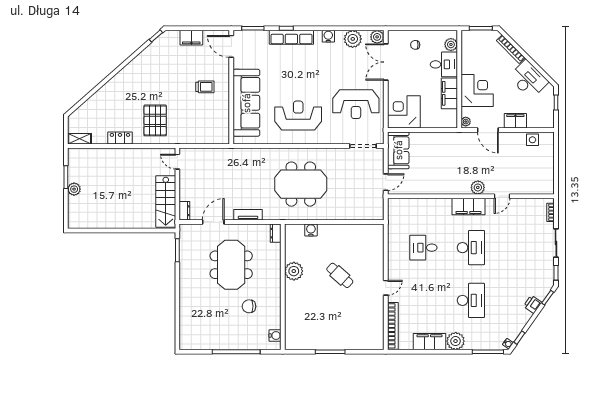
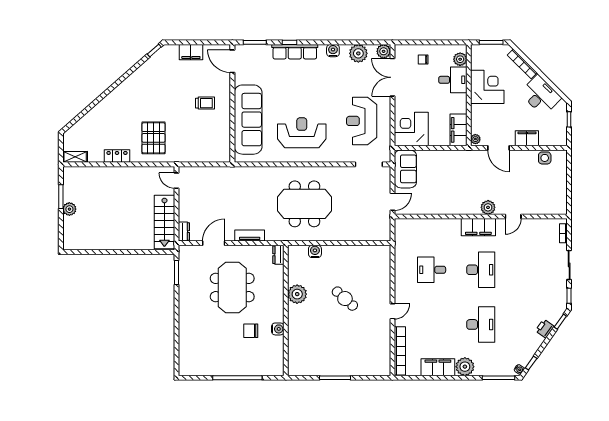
corner desk: (477, 91) -> (487, 87), moved
filing cabinet: (449, 93) -> (458, 130), moved
reception desk: (356, 104) -> (362, 121), turned 90
water cooler: (275, 336) -> (278, 329), moved

